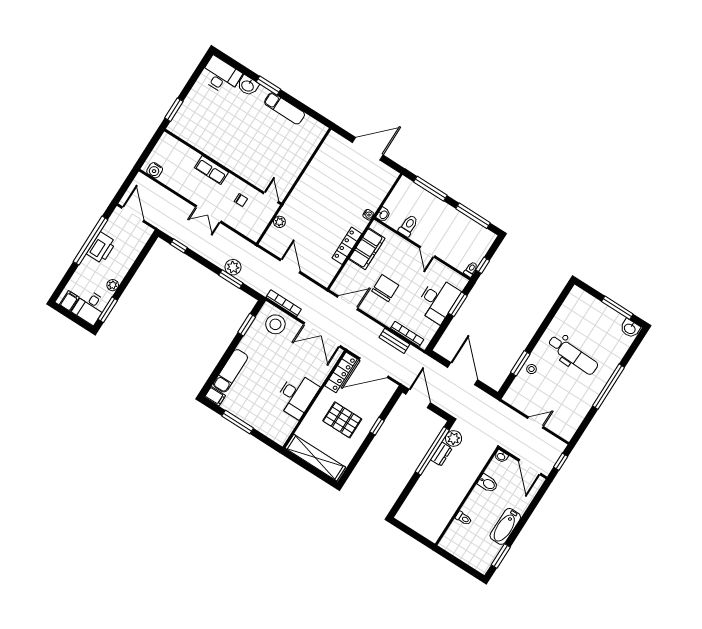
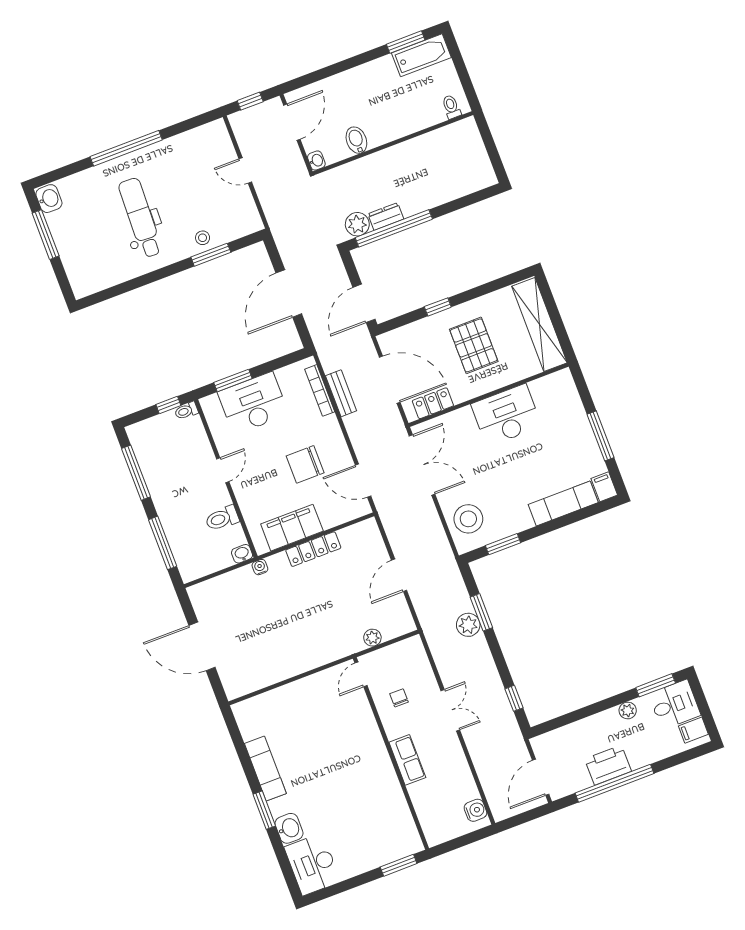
bookcase: (284, 303) -> (440, 537), removed
locker: (341, 372) -> (433, 403), width x0.66
toilet: (464, 518) -> (451, 107), moved
bathtub: (505, 526) -> (421, 55), moved

